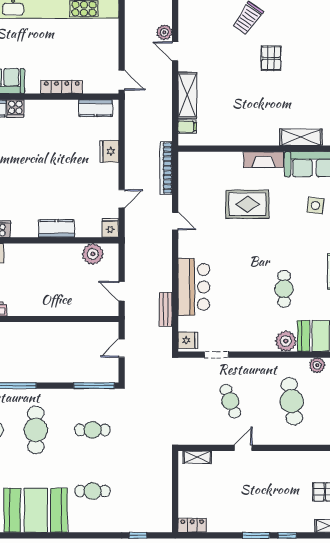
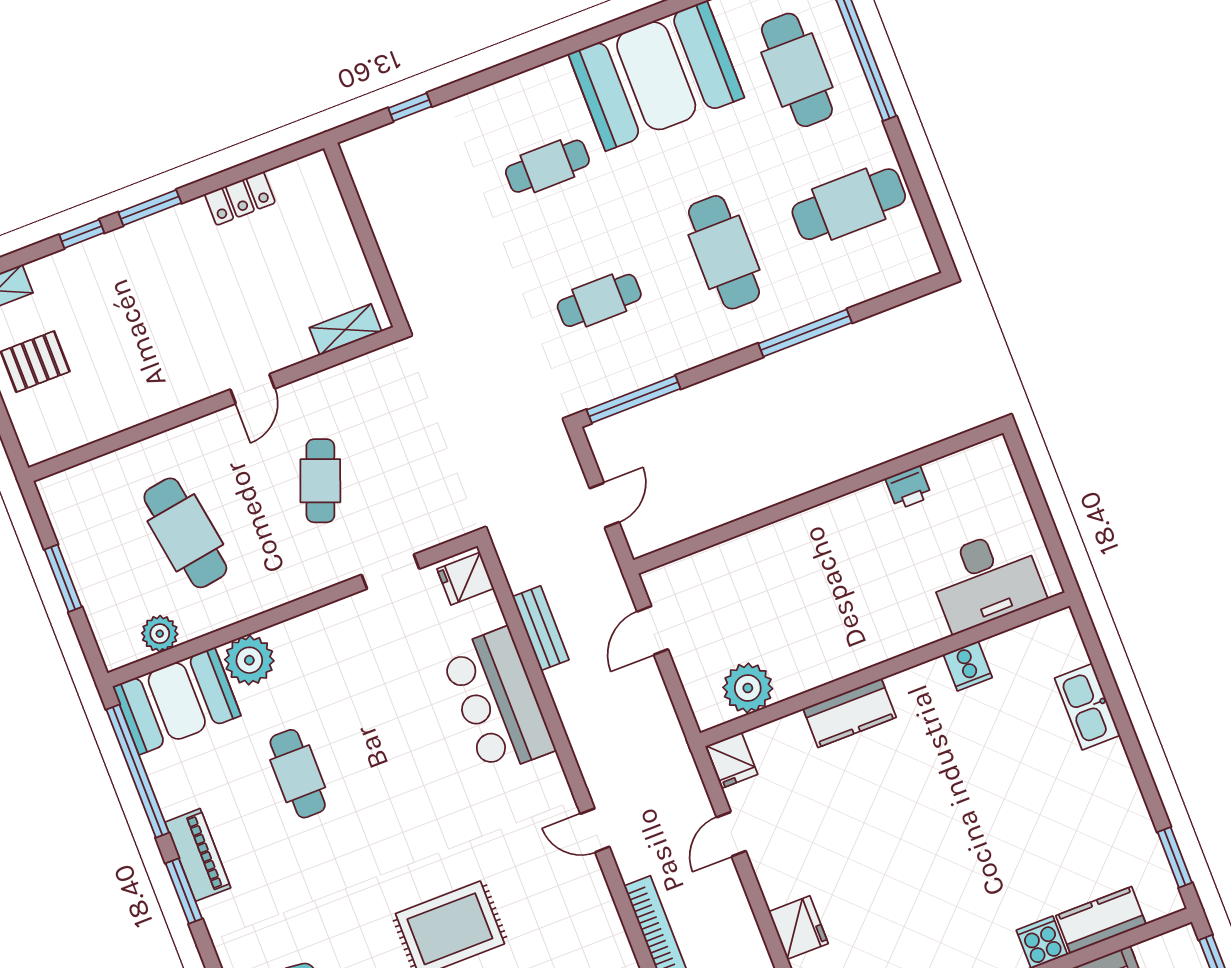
door: (122, 291) -> (653, 630), swing flipped
cafe table: (230, 401) -> (320, 481), turned 42
locker: (192, 525) -> (240, 198), moved

